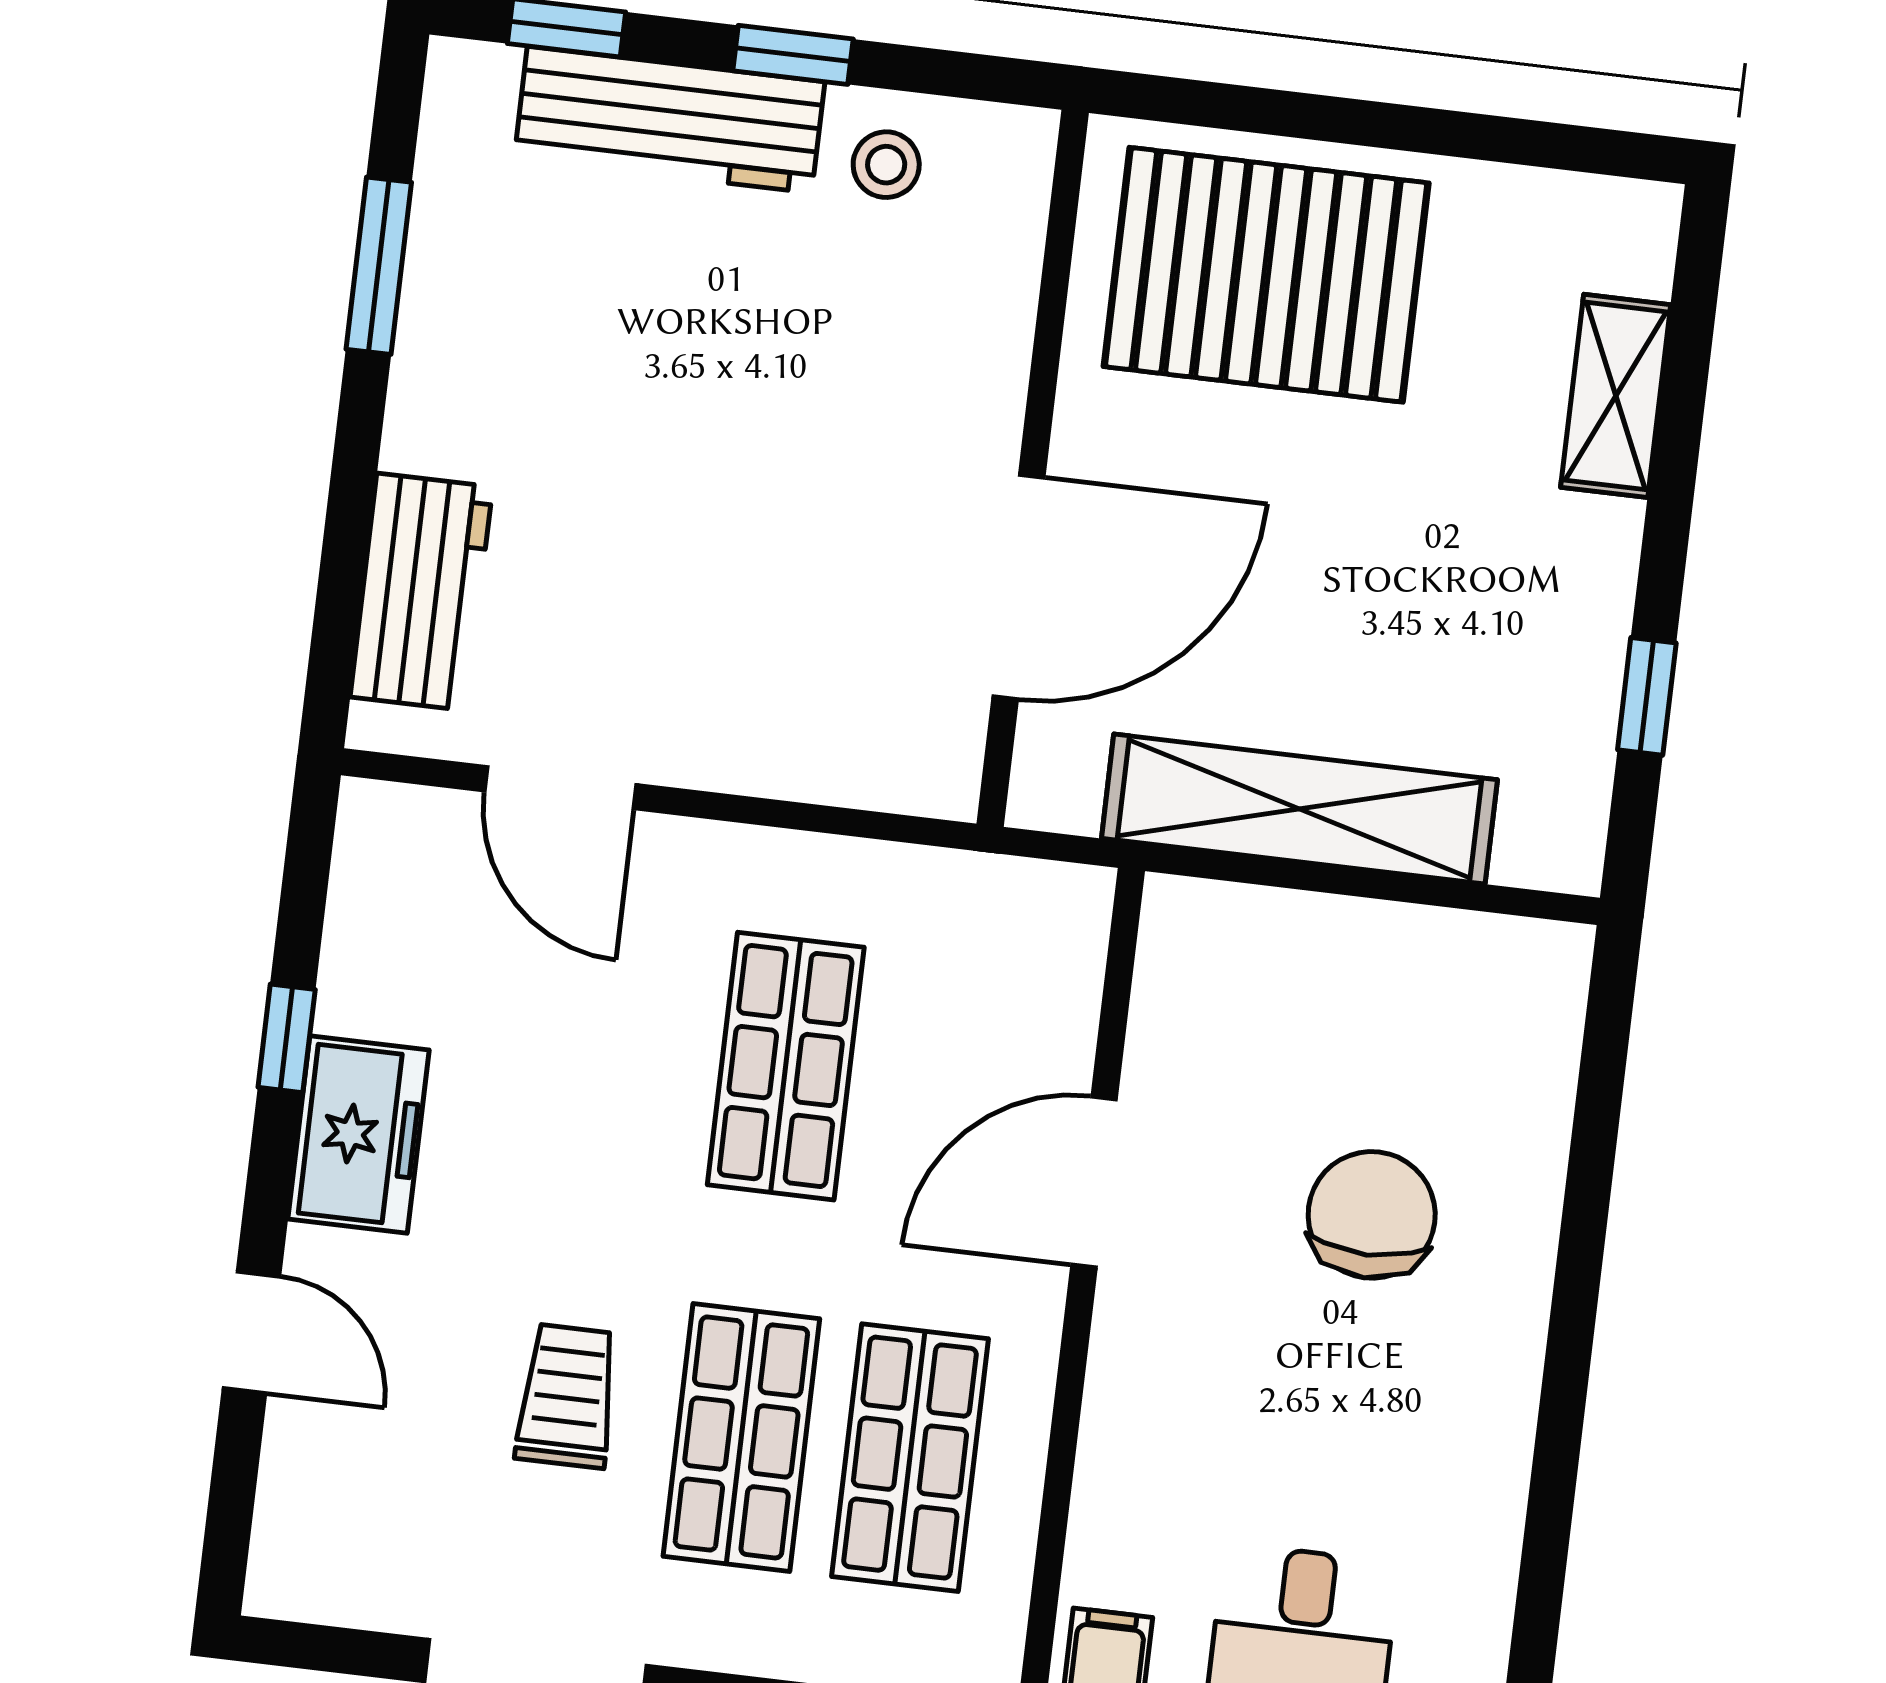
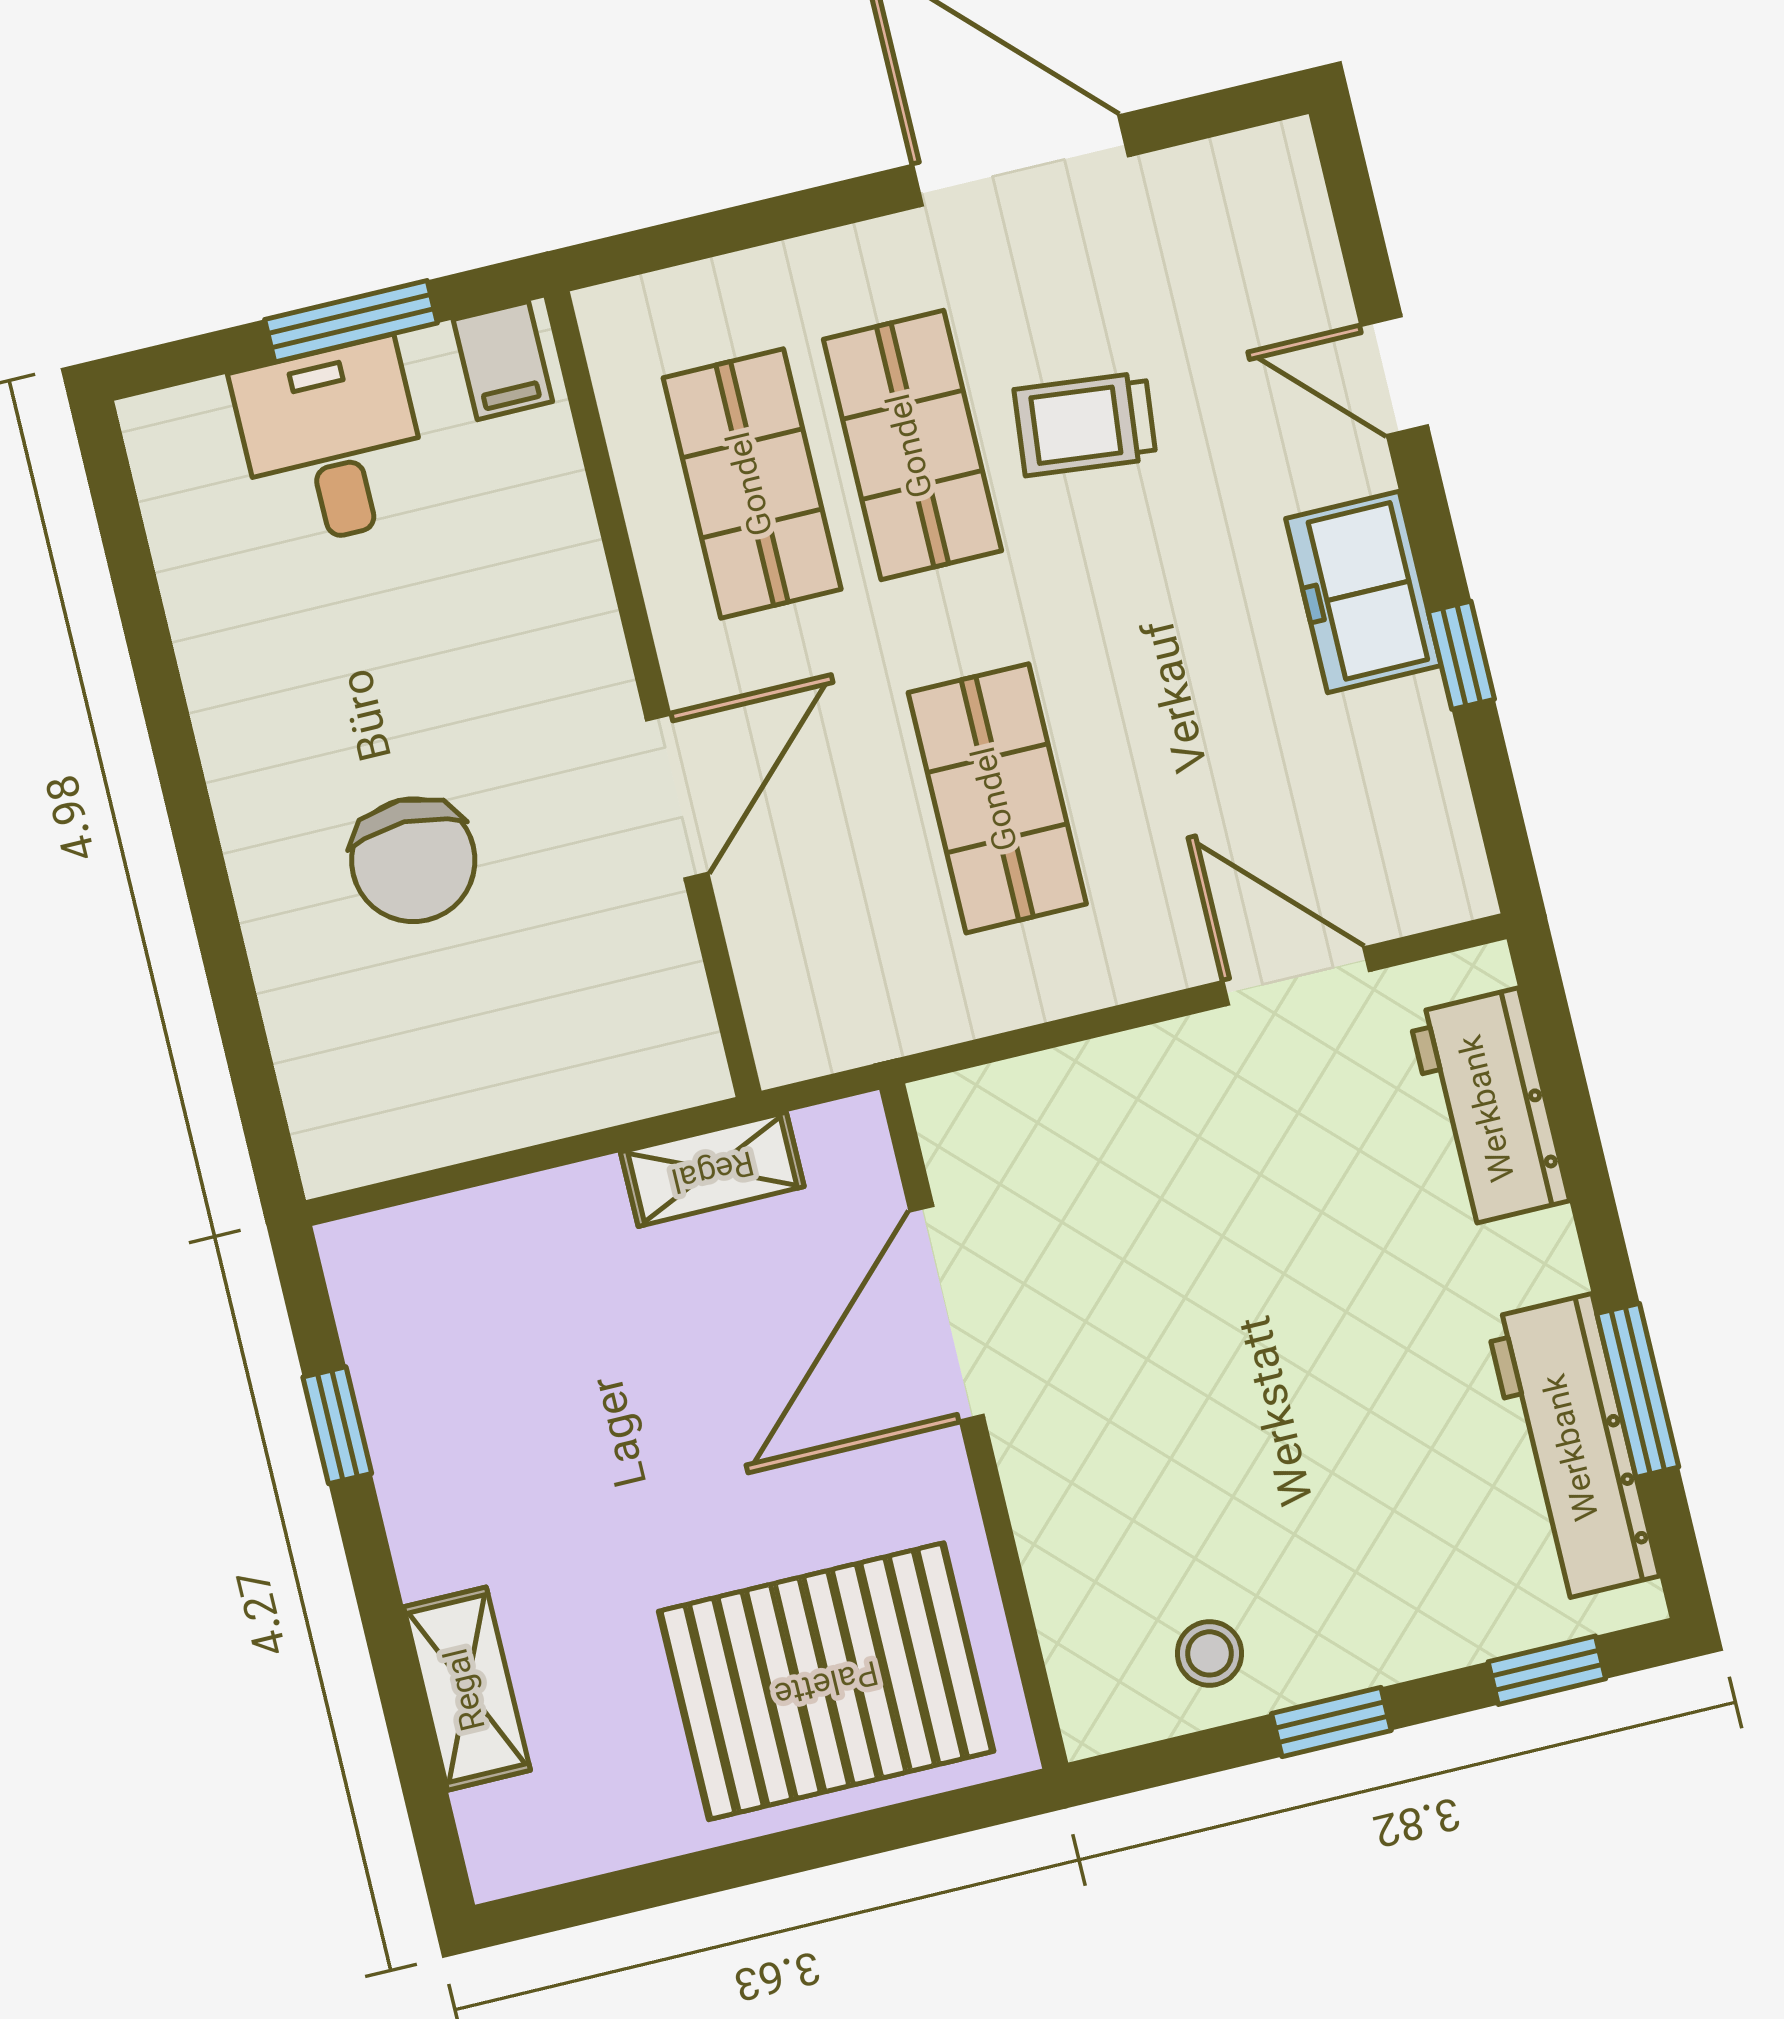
workbench: (670, 120) -> (1573, 1447), moved, turned -90
shelving: (1299, 809) -> (712, 1169), width x0.45, depth x0.75
trolley: (567, 1396) -> (1085, 424), turned 96

